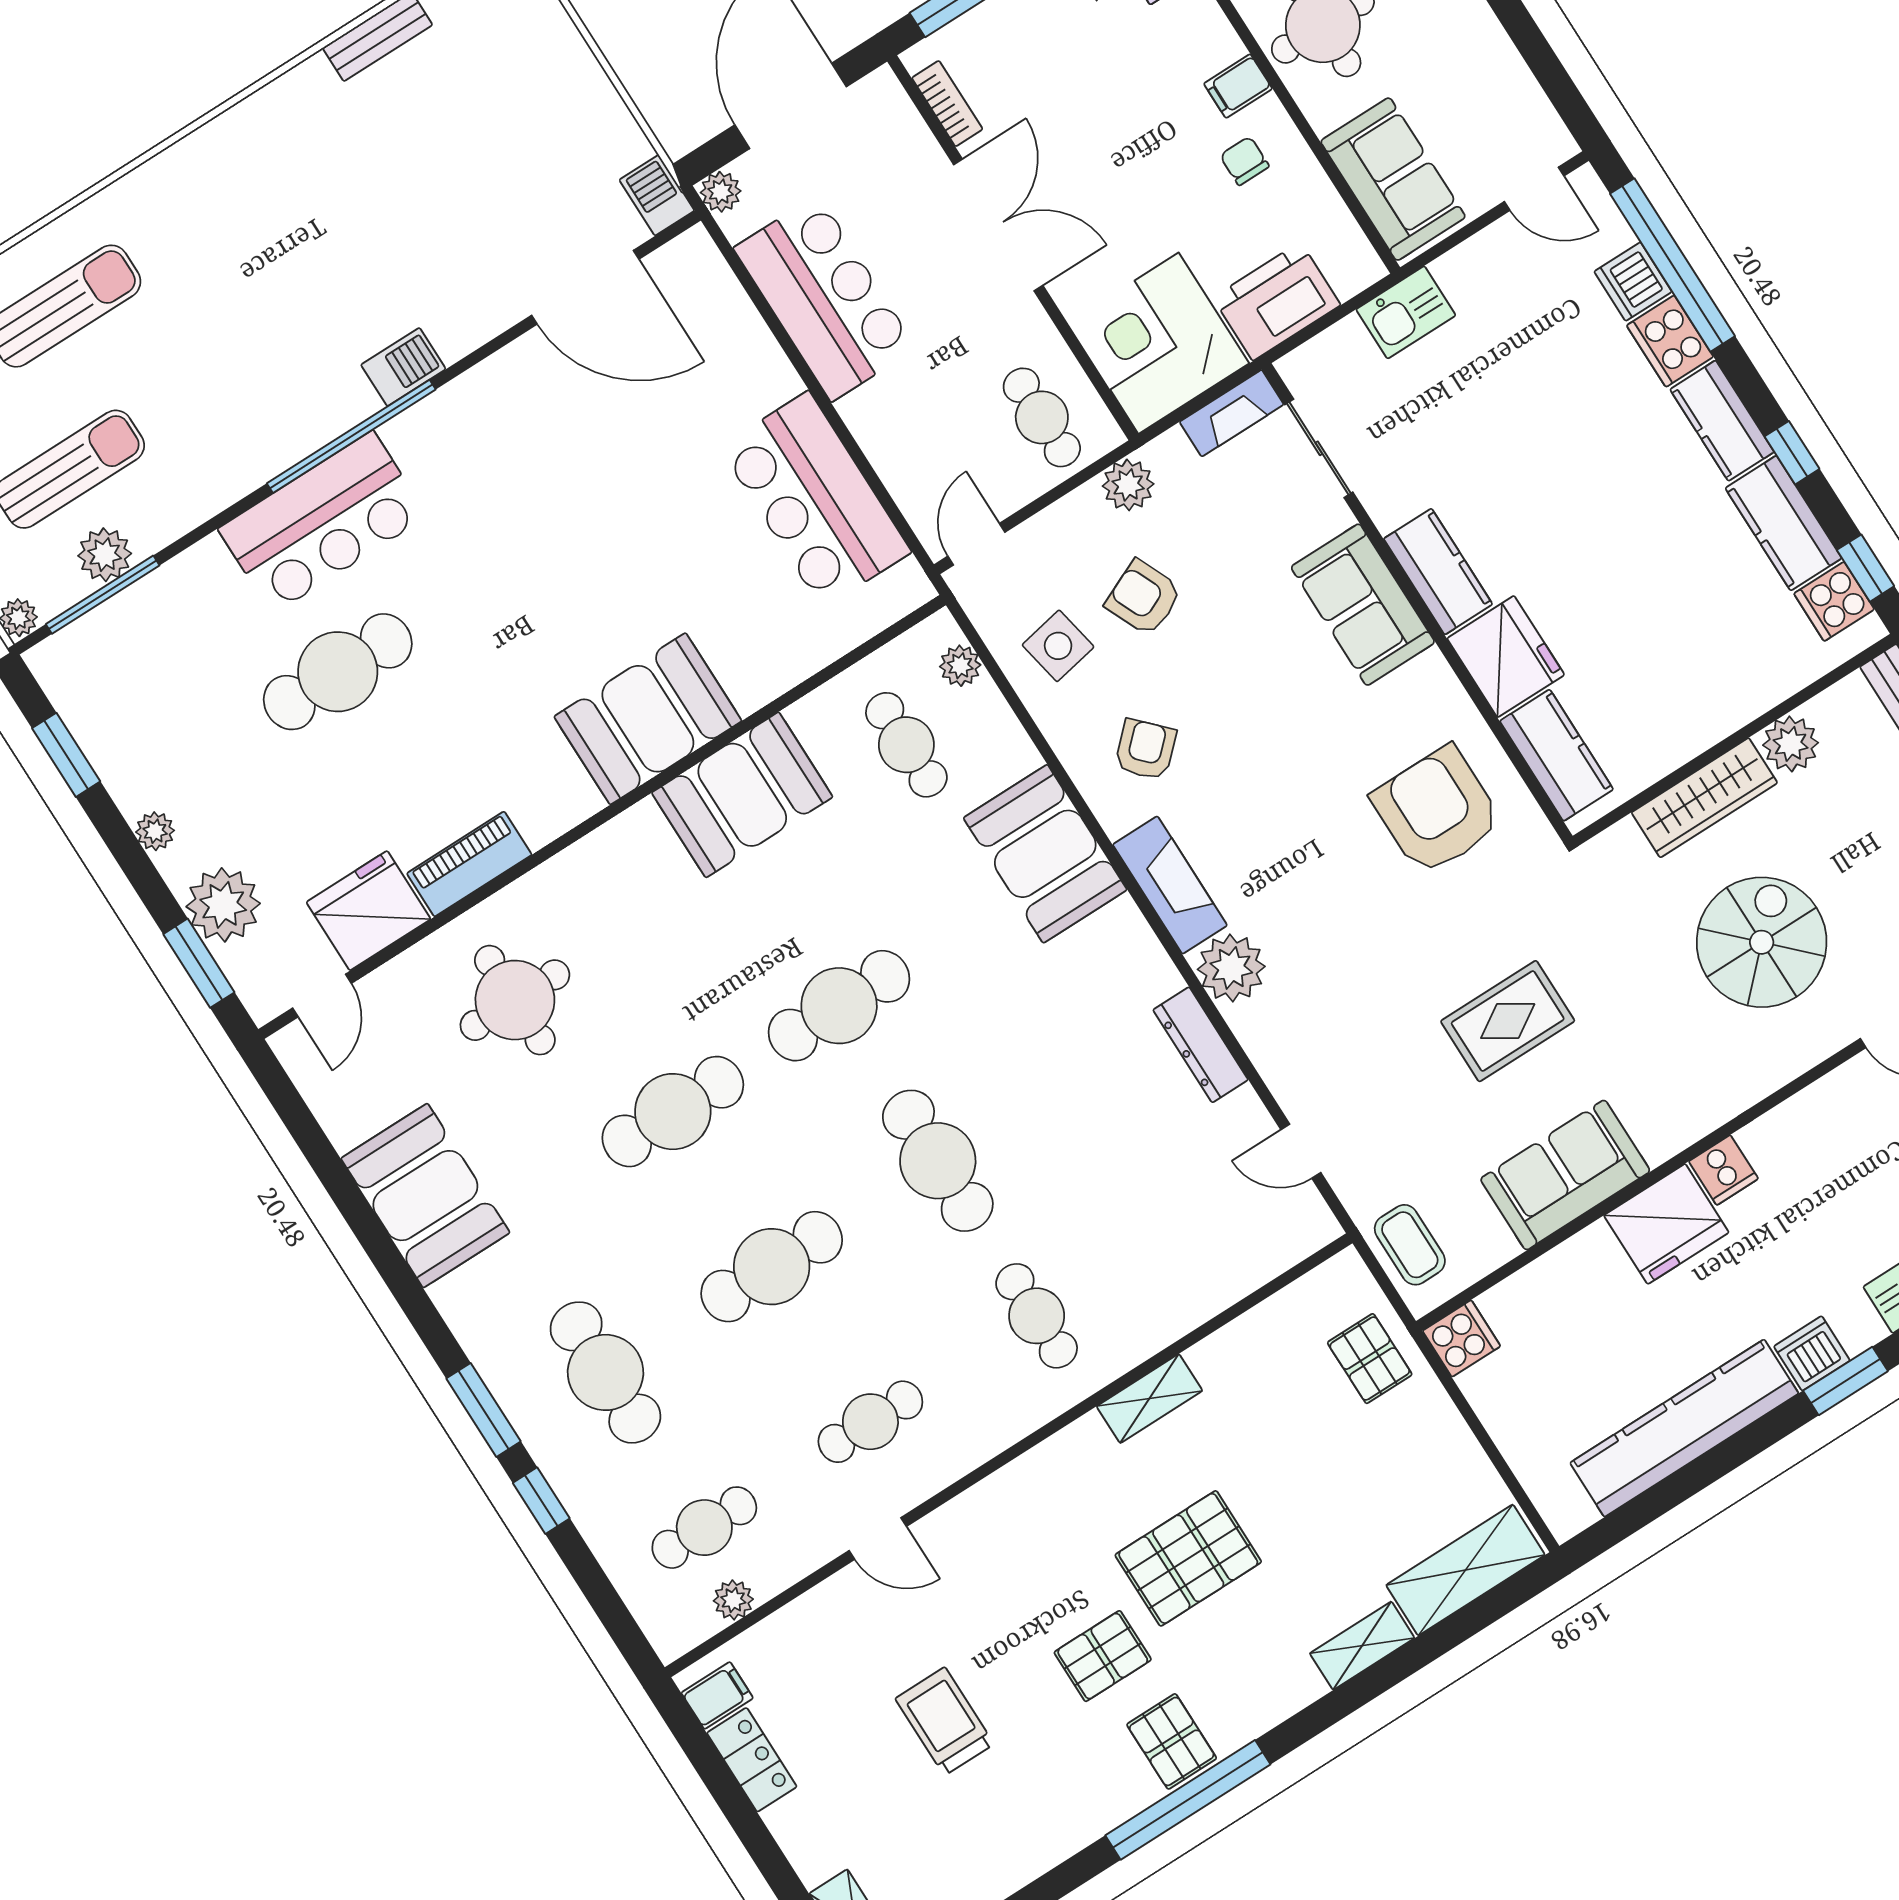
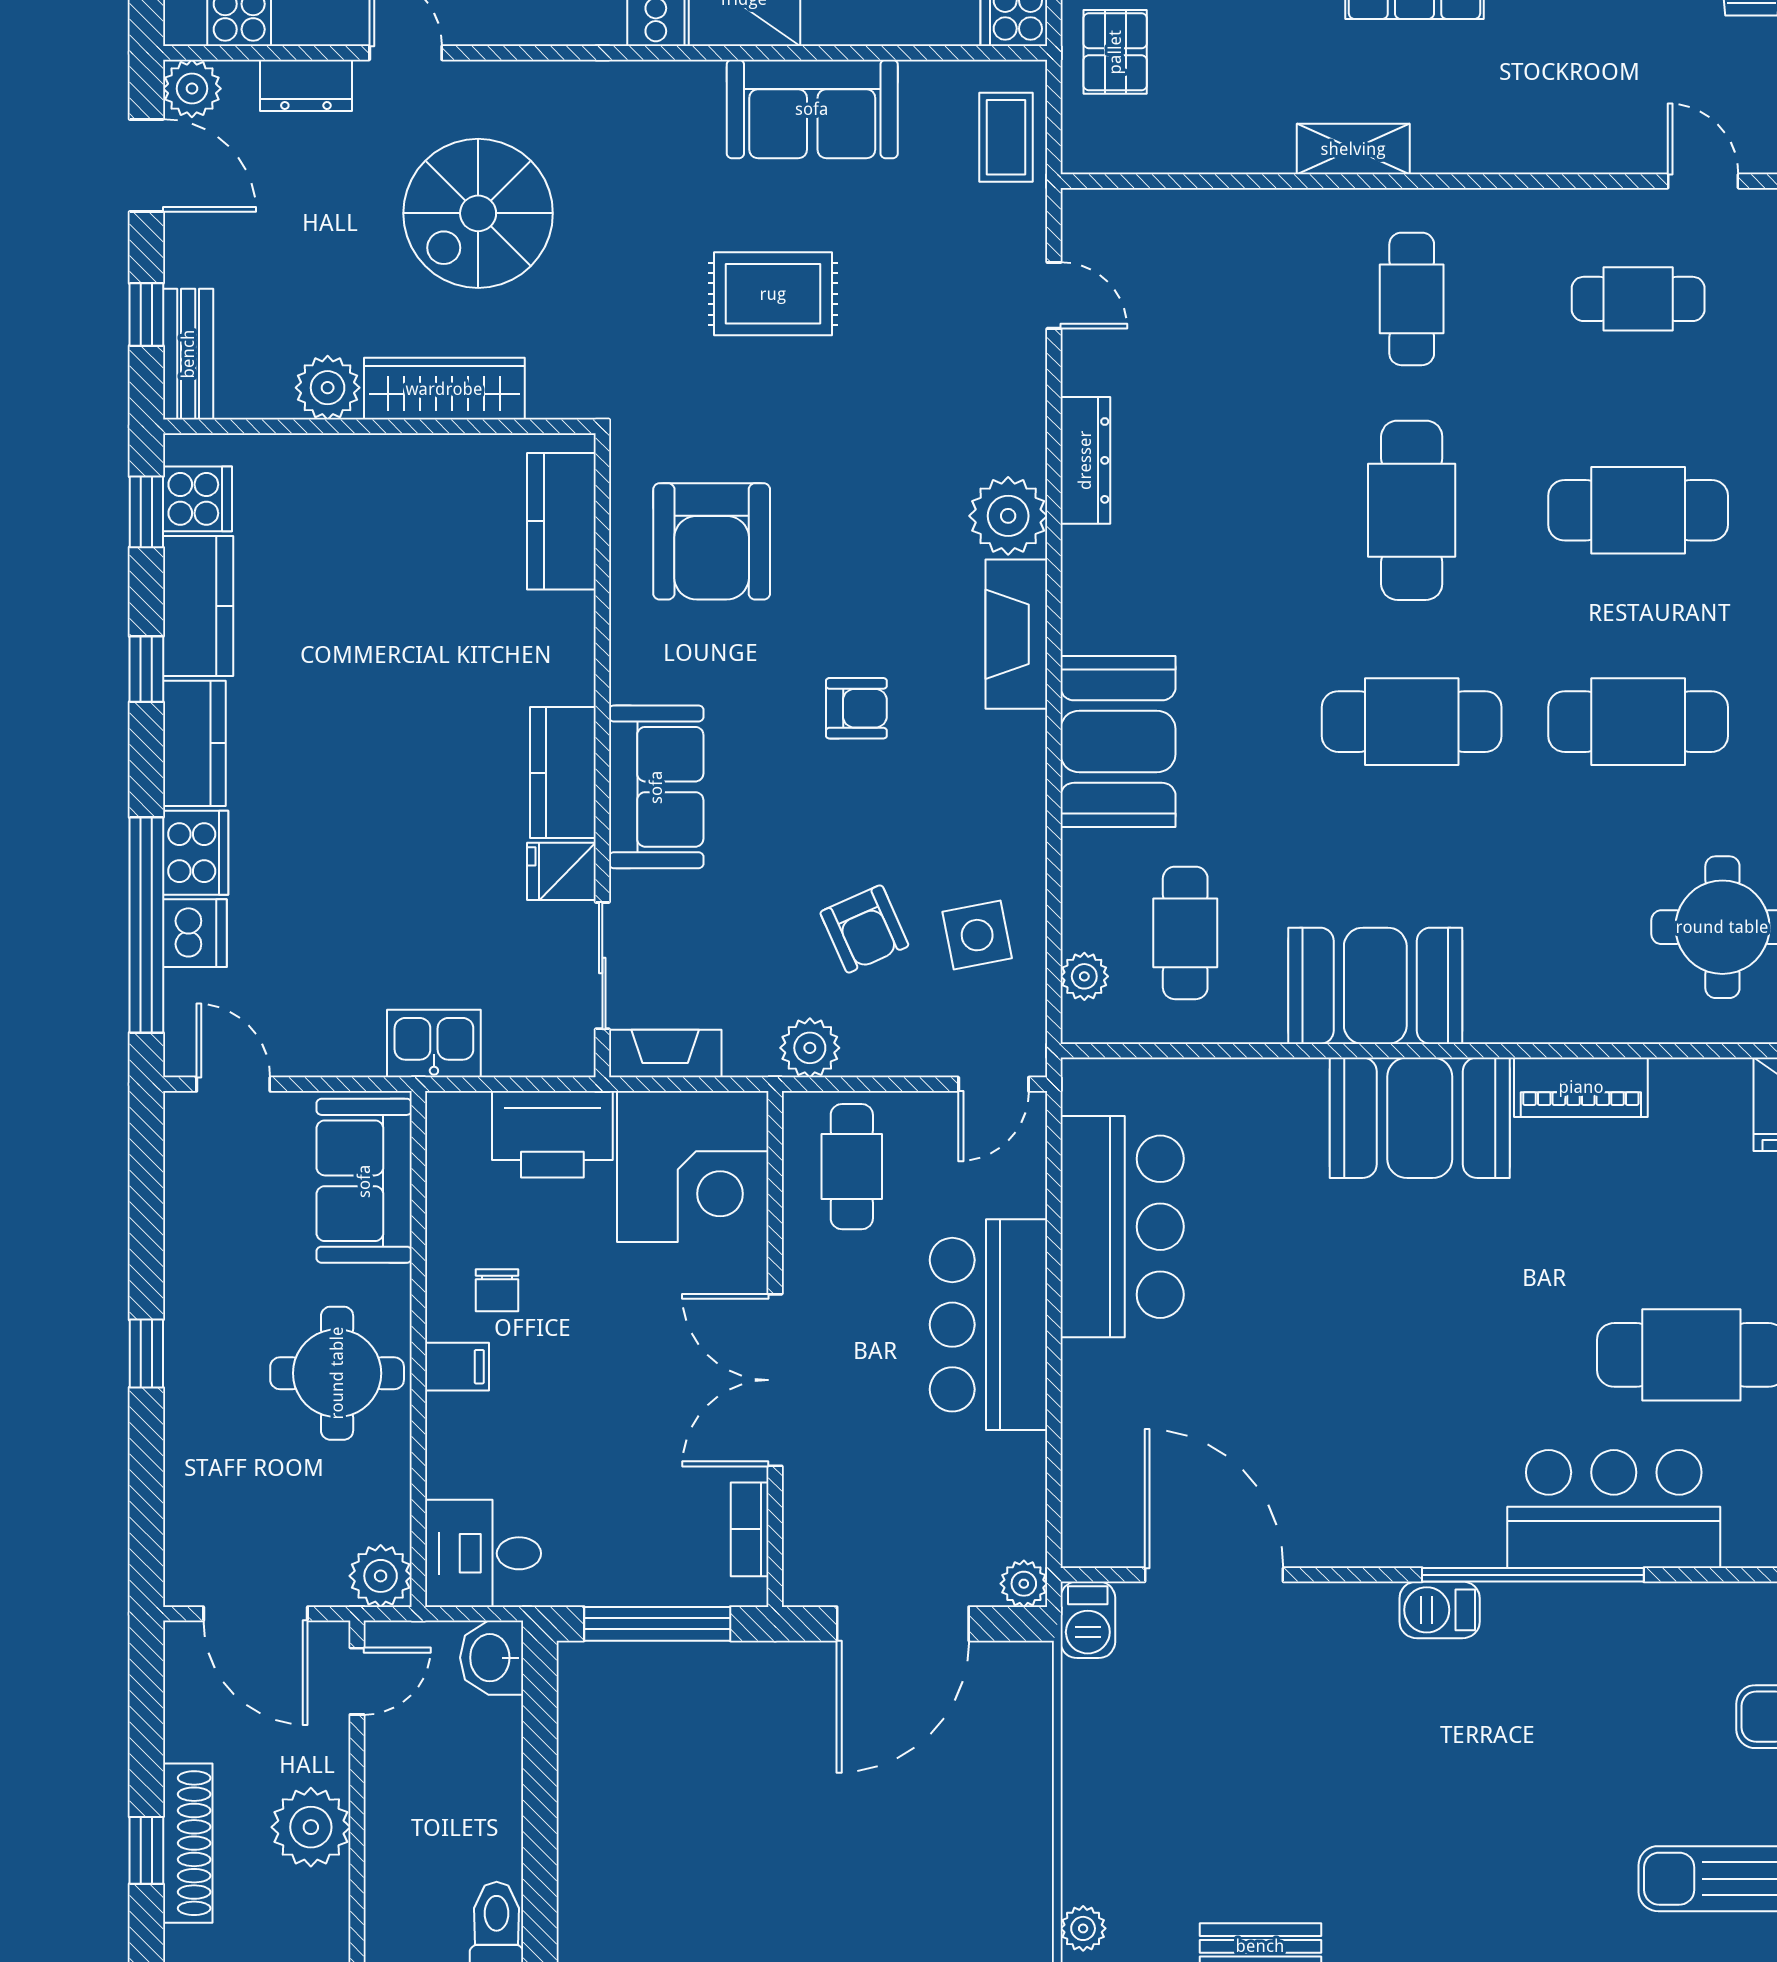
bar counter: (825, 298) -> (989, 1325), moved
fridge: (1506, 657) -> (561, 871), moved, width x0.53, depth x0.75
armchair: (1145, 750) -> (856, 708), moved, turned -136
piano: (469, 864) -> (1581, 1087), moved

